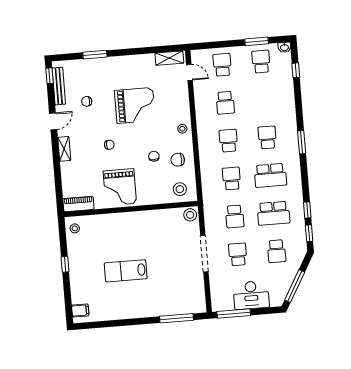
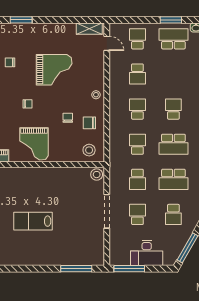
school desk: (261, 62) -> (173, 39), width x1.85

